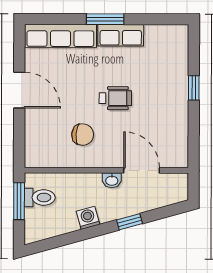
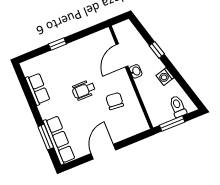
window: (105, 19) -> (46, 137), moved
row of seats: (121, 35) -> (38, 89), moved
wheelchair: (115, 98) -> (84, 90), turned -90
toilet: (40, 197) -> (178, 106), moved

